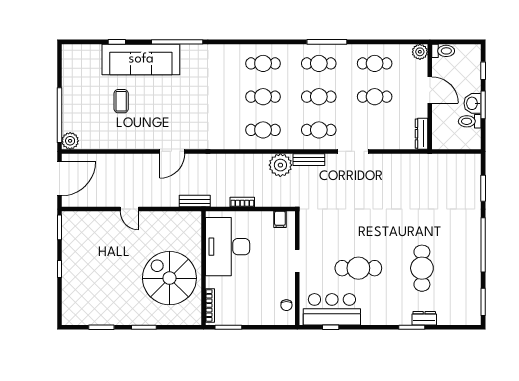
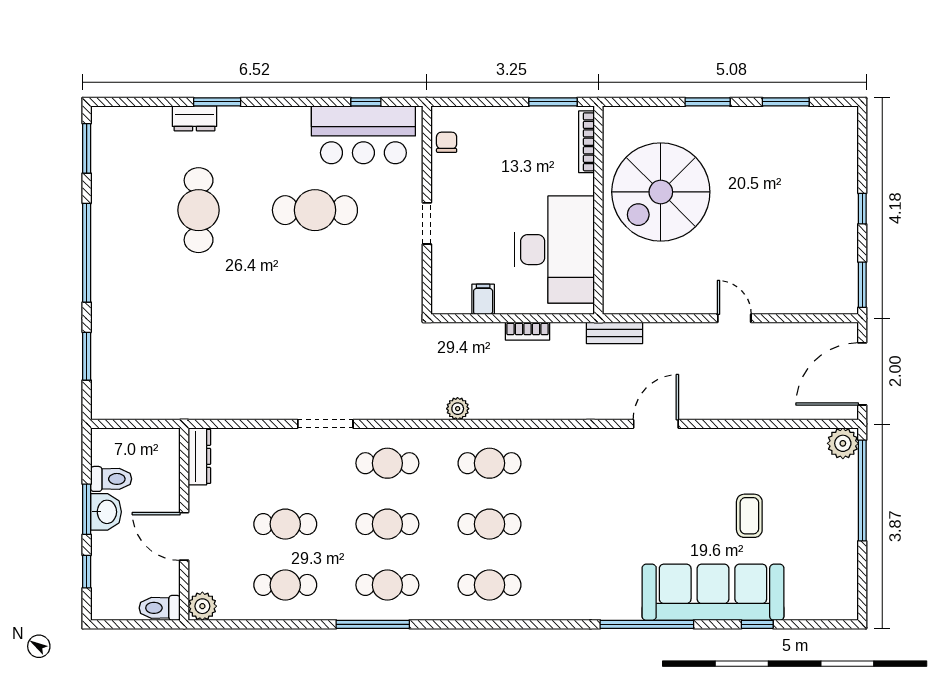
bench: (309, 160) -> (406, 409), removed
plant: (280, 165) -> (458, 409), width x0.53, depth x0.53
filing cabinet: (280, 219) -> (483, 299), moved
spiral stairs: (169, 278) -> (661, 192), turned 90

